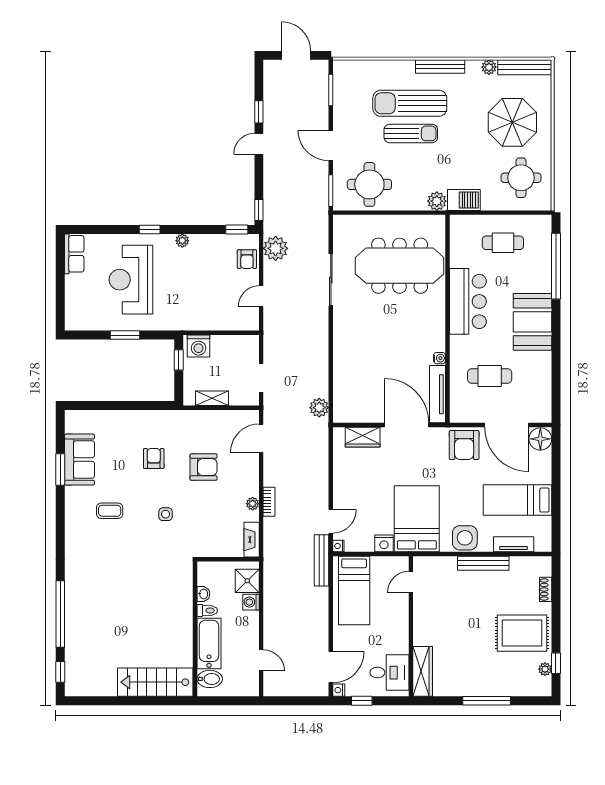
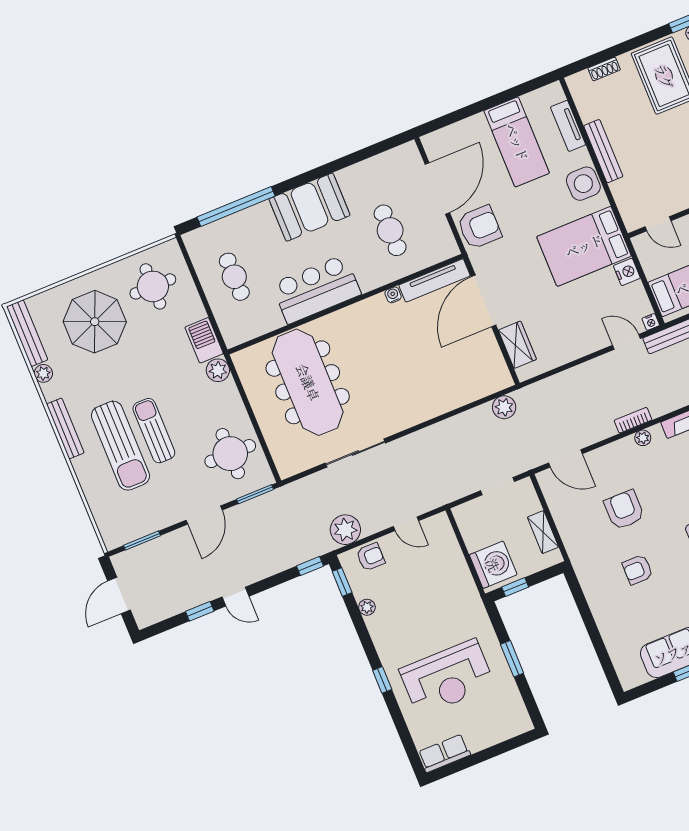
plant: (182, 241) -> (367, 607), moved
washing machine: (199, 346) -> (493, 565), width x1.37, depth x1.37
floor lamp: (540, 439) -> (437, 144), removed

